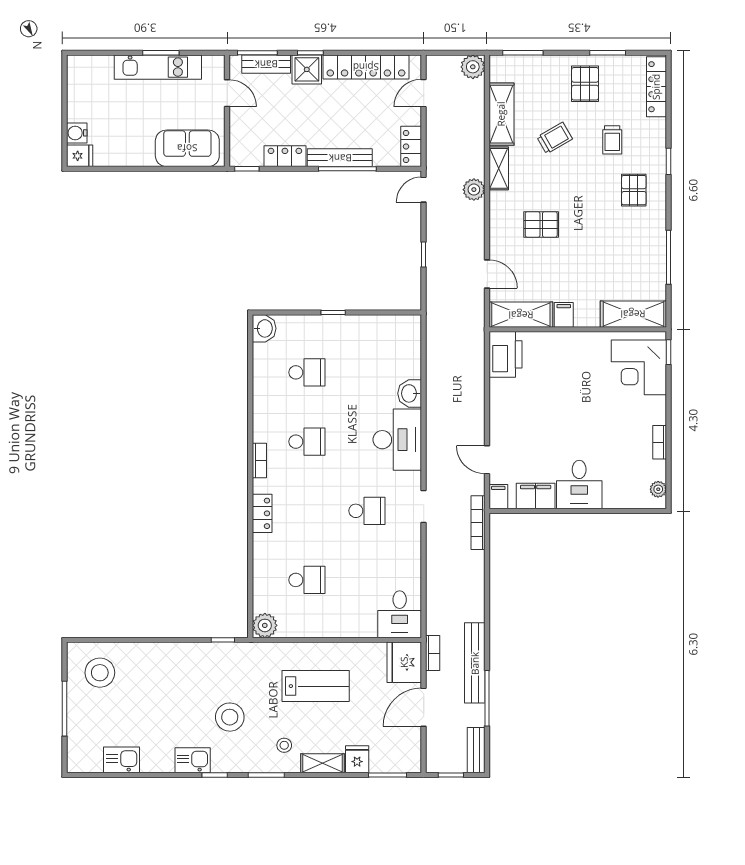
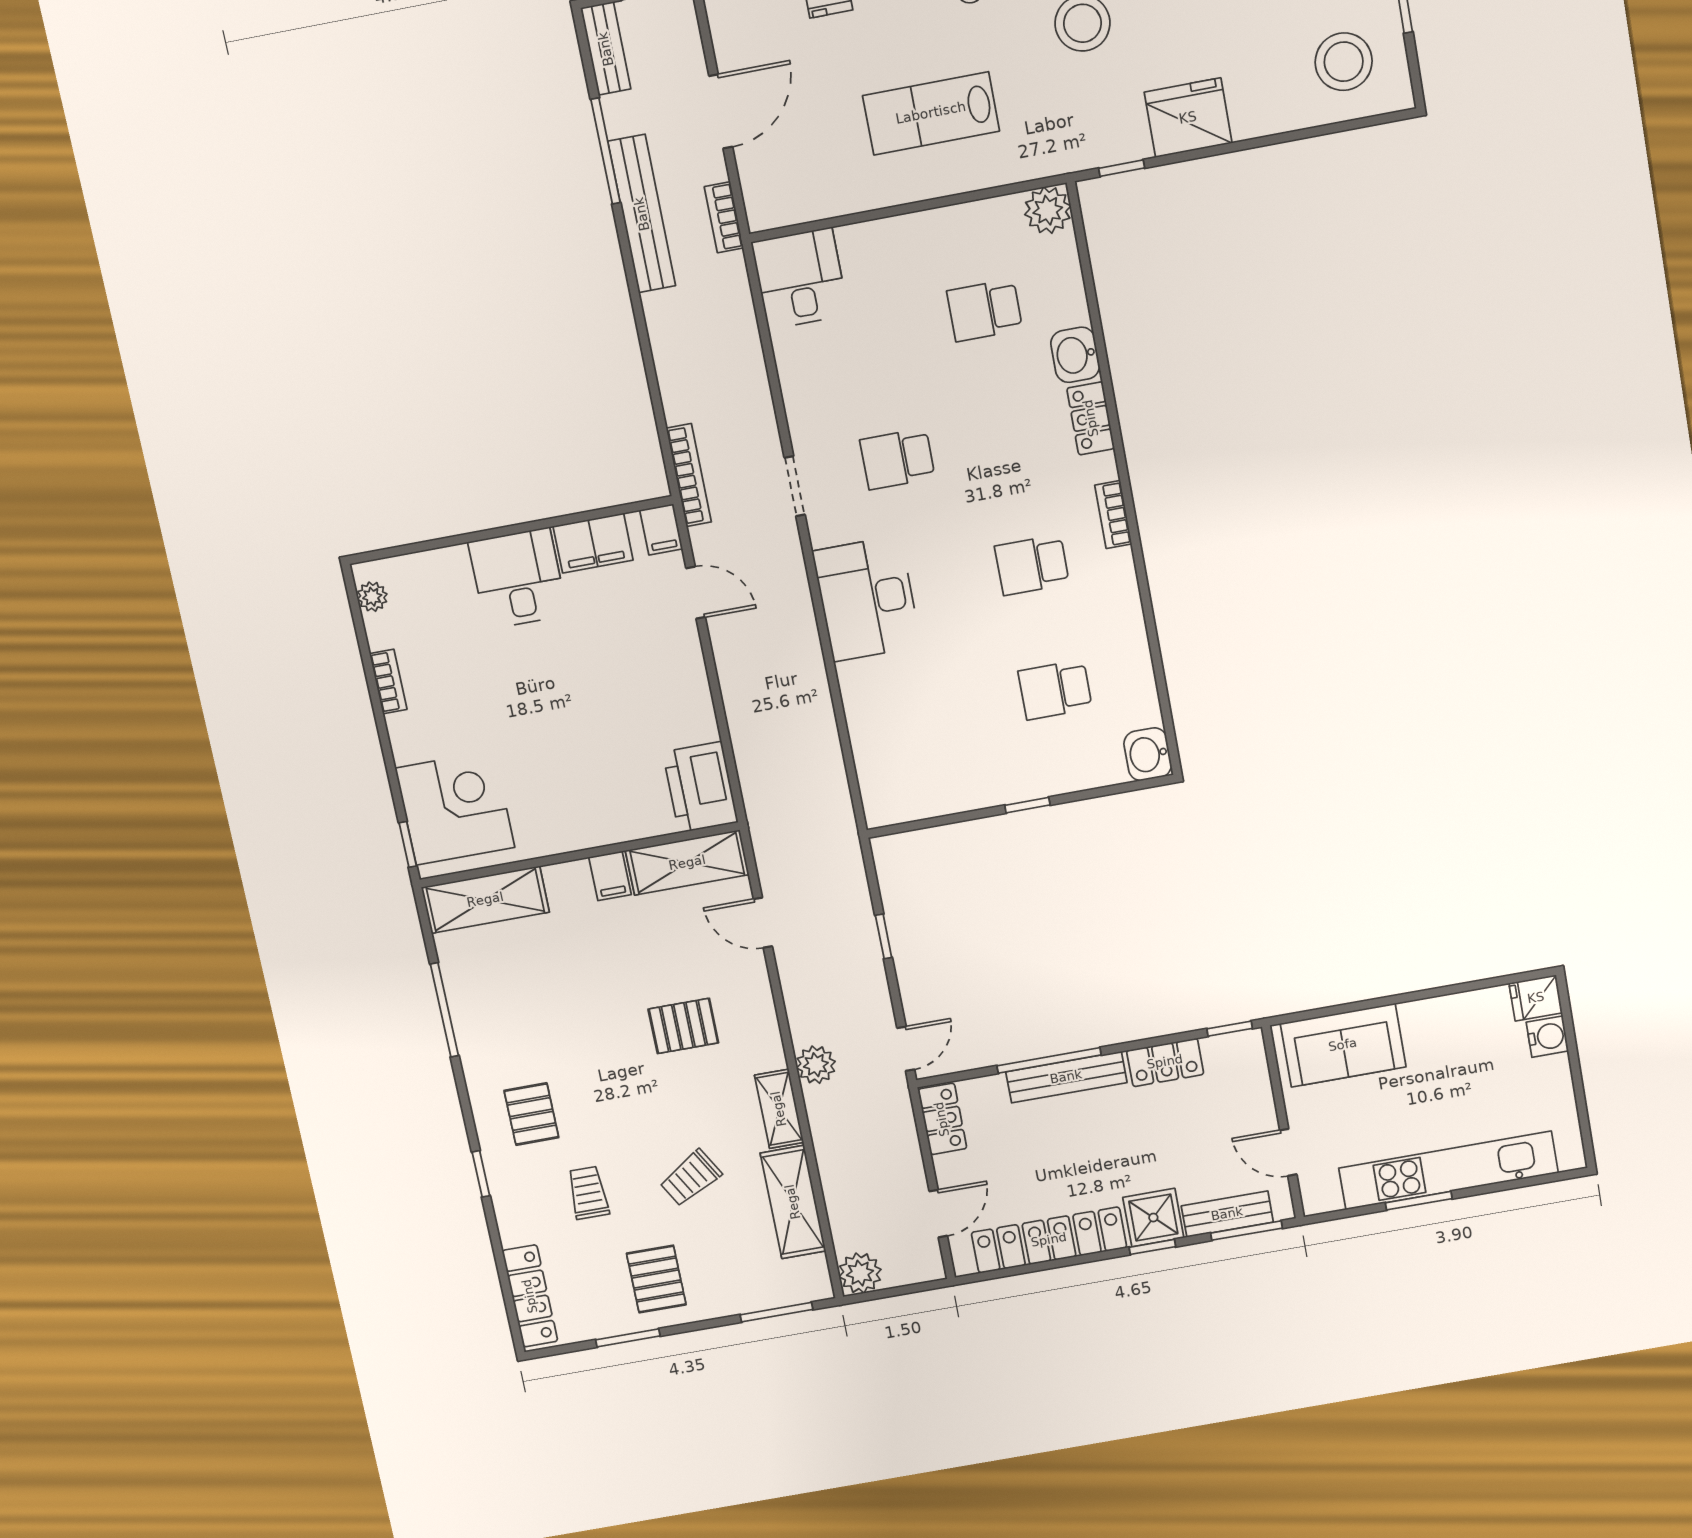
kitchen unit: (158, 67) -> (1448, 1170), width x1.36
washbasin: (410, 393) -> (1075, 355), moved, turned 180
fridge: (404, 662) -> (1188, 118), moved, turned -90

